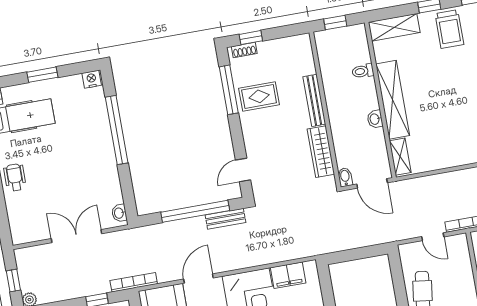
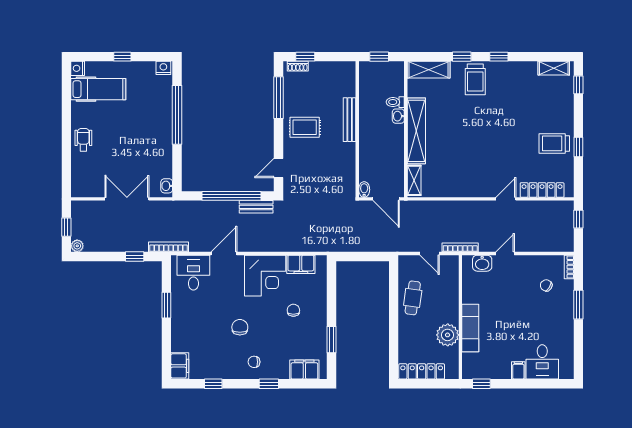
window: (42, 75) -> (122, 57), width x0.67
rug: (259, 96) -> (305, 127), moved
washbasin: (375, 119) -> (398, 116), moved
wardrobe: (321, 152) -> (347, 164), removed

